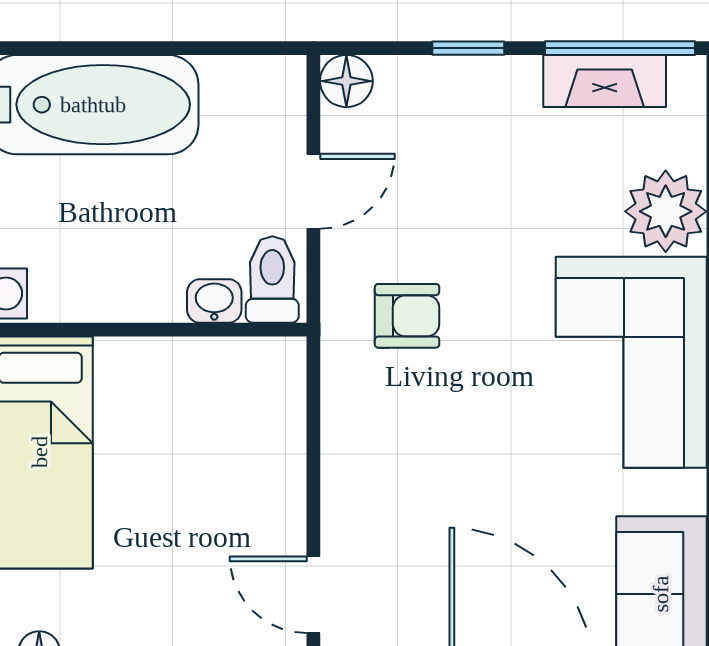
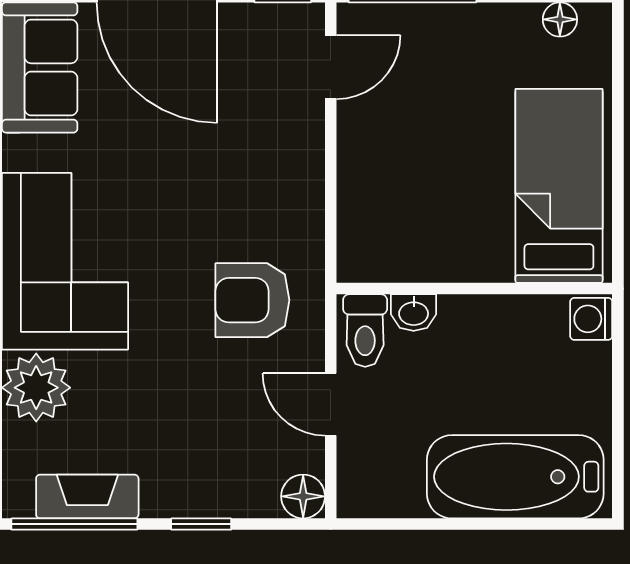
door: (313, 191) -> (331, 404), hinge flipped
armchair: (407, 316) -> (252, 300), width x1.38, depth x1.38
door: (313, 595) -> (331, 67), hinge flipped

